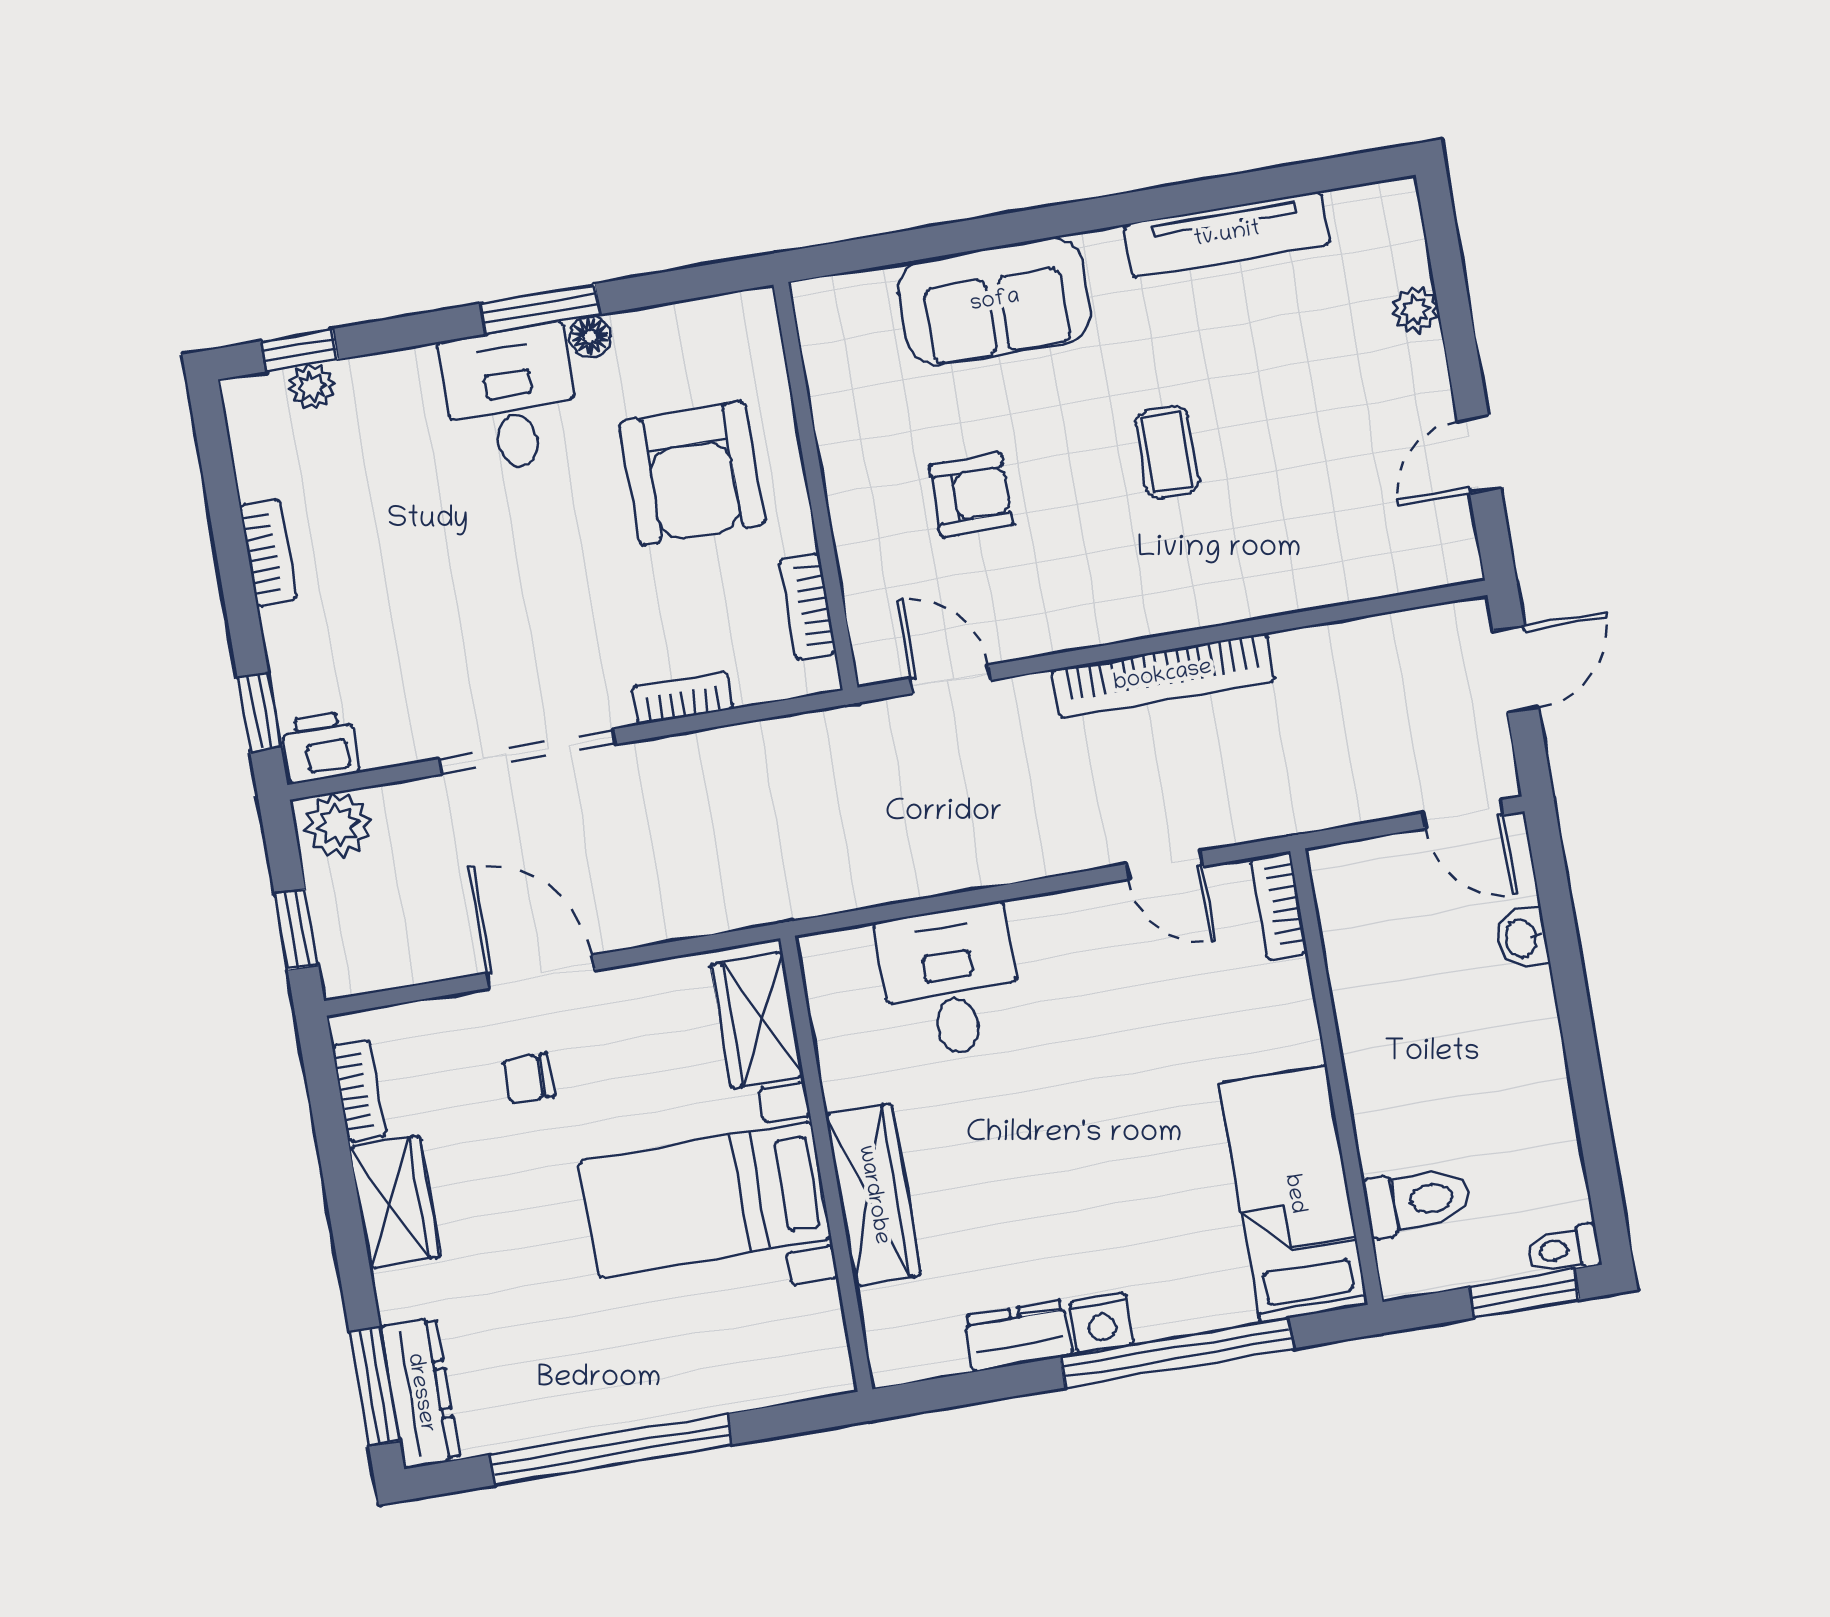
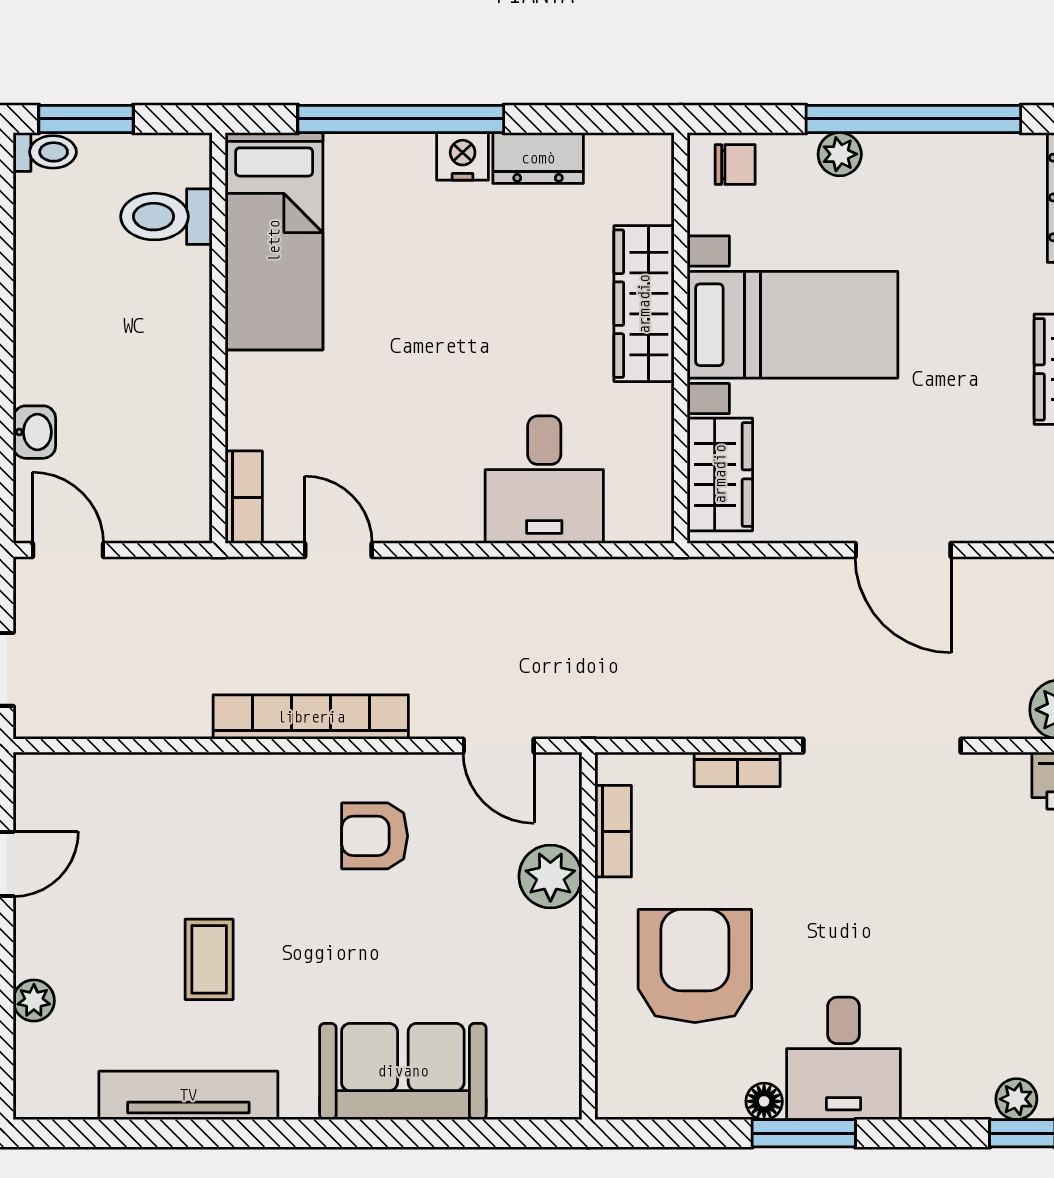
coffee table: (1167, 452) -> (209, 959), moved
armchair: (971, 495) -> (375, 836), moved
plant: (869, 545) -> (550, 876), added
chair: (528, 1078) -> (735, 164), moved
plant: (685, 1397) -> (840, 154), added

